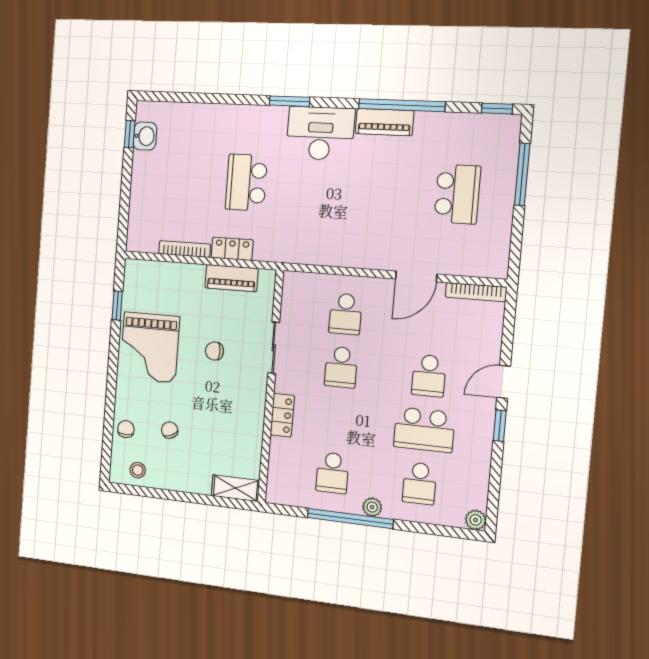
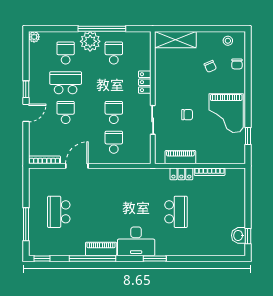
grand piano: (150, 347) -> (226, 113), turned 180
shelving: (235, 488) -> (175, 40), width x1.50, depth x1.33
plant: (372, 507) -> (90, 41), width x1.88, depth x1.88

